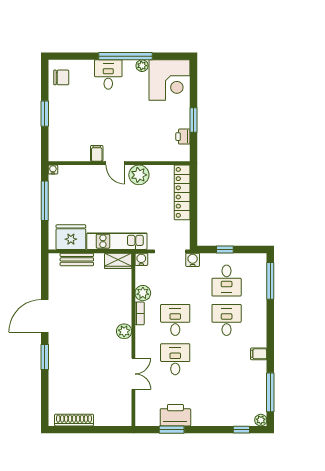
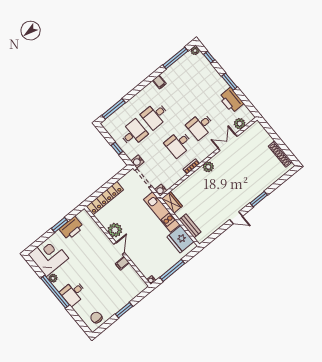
printer: (183, 137) -> (71, 228), width x1.87, depth x1.48
plant: (143, 293) -> (240, 124), moved
door: (45, 316) -> (236, 218), width x0.53
window: (172, 430) -> (229, 82), moved

